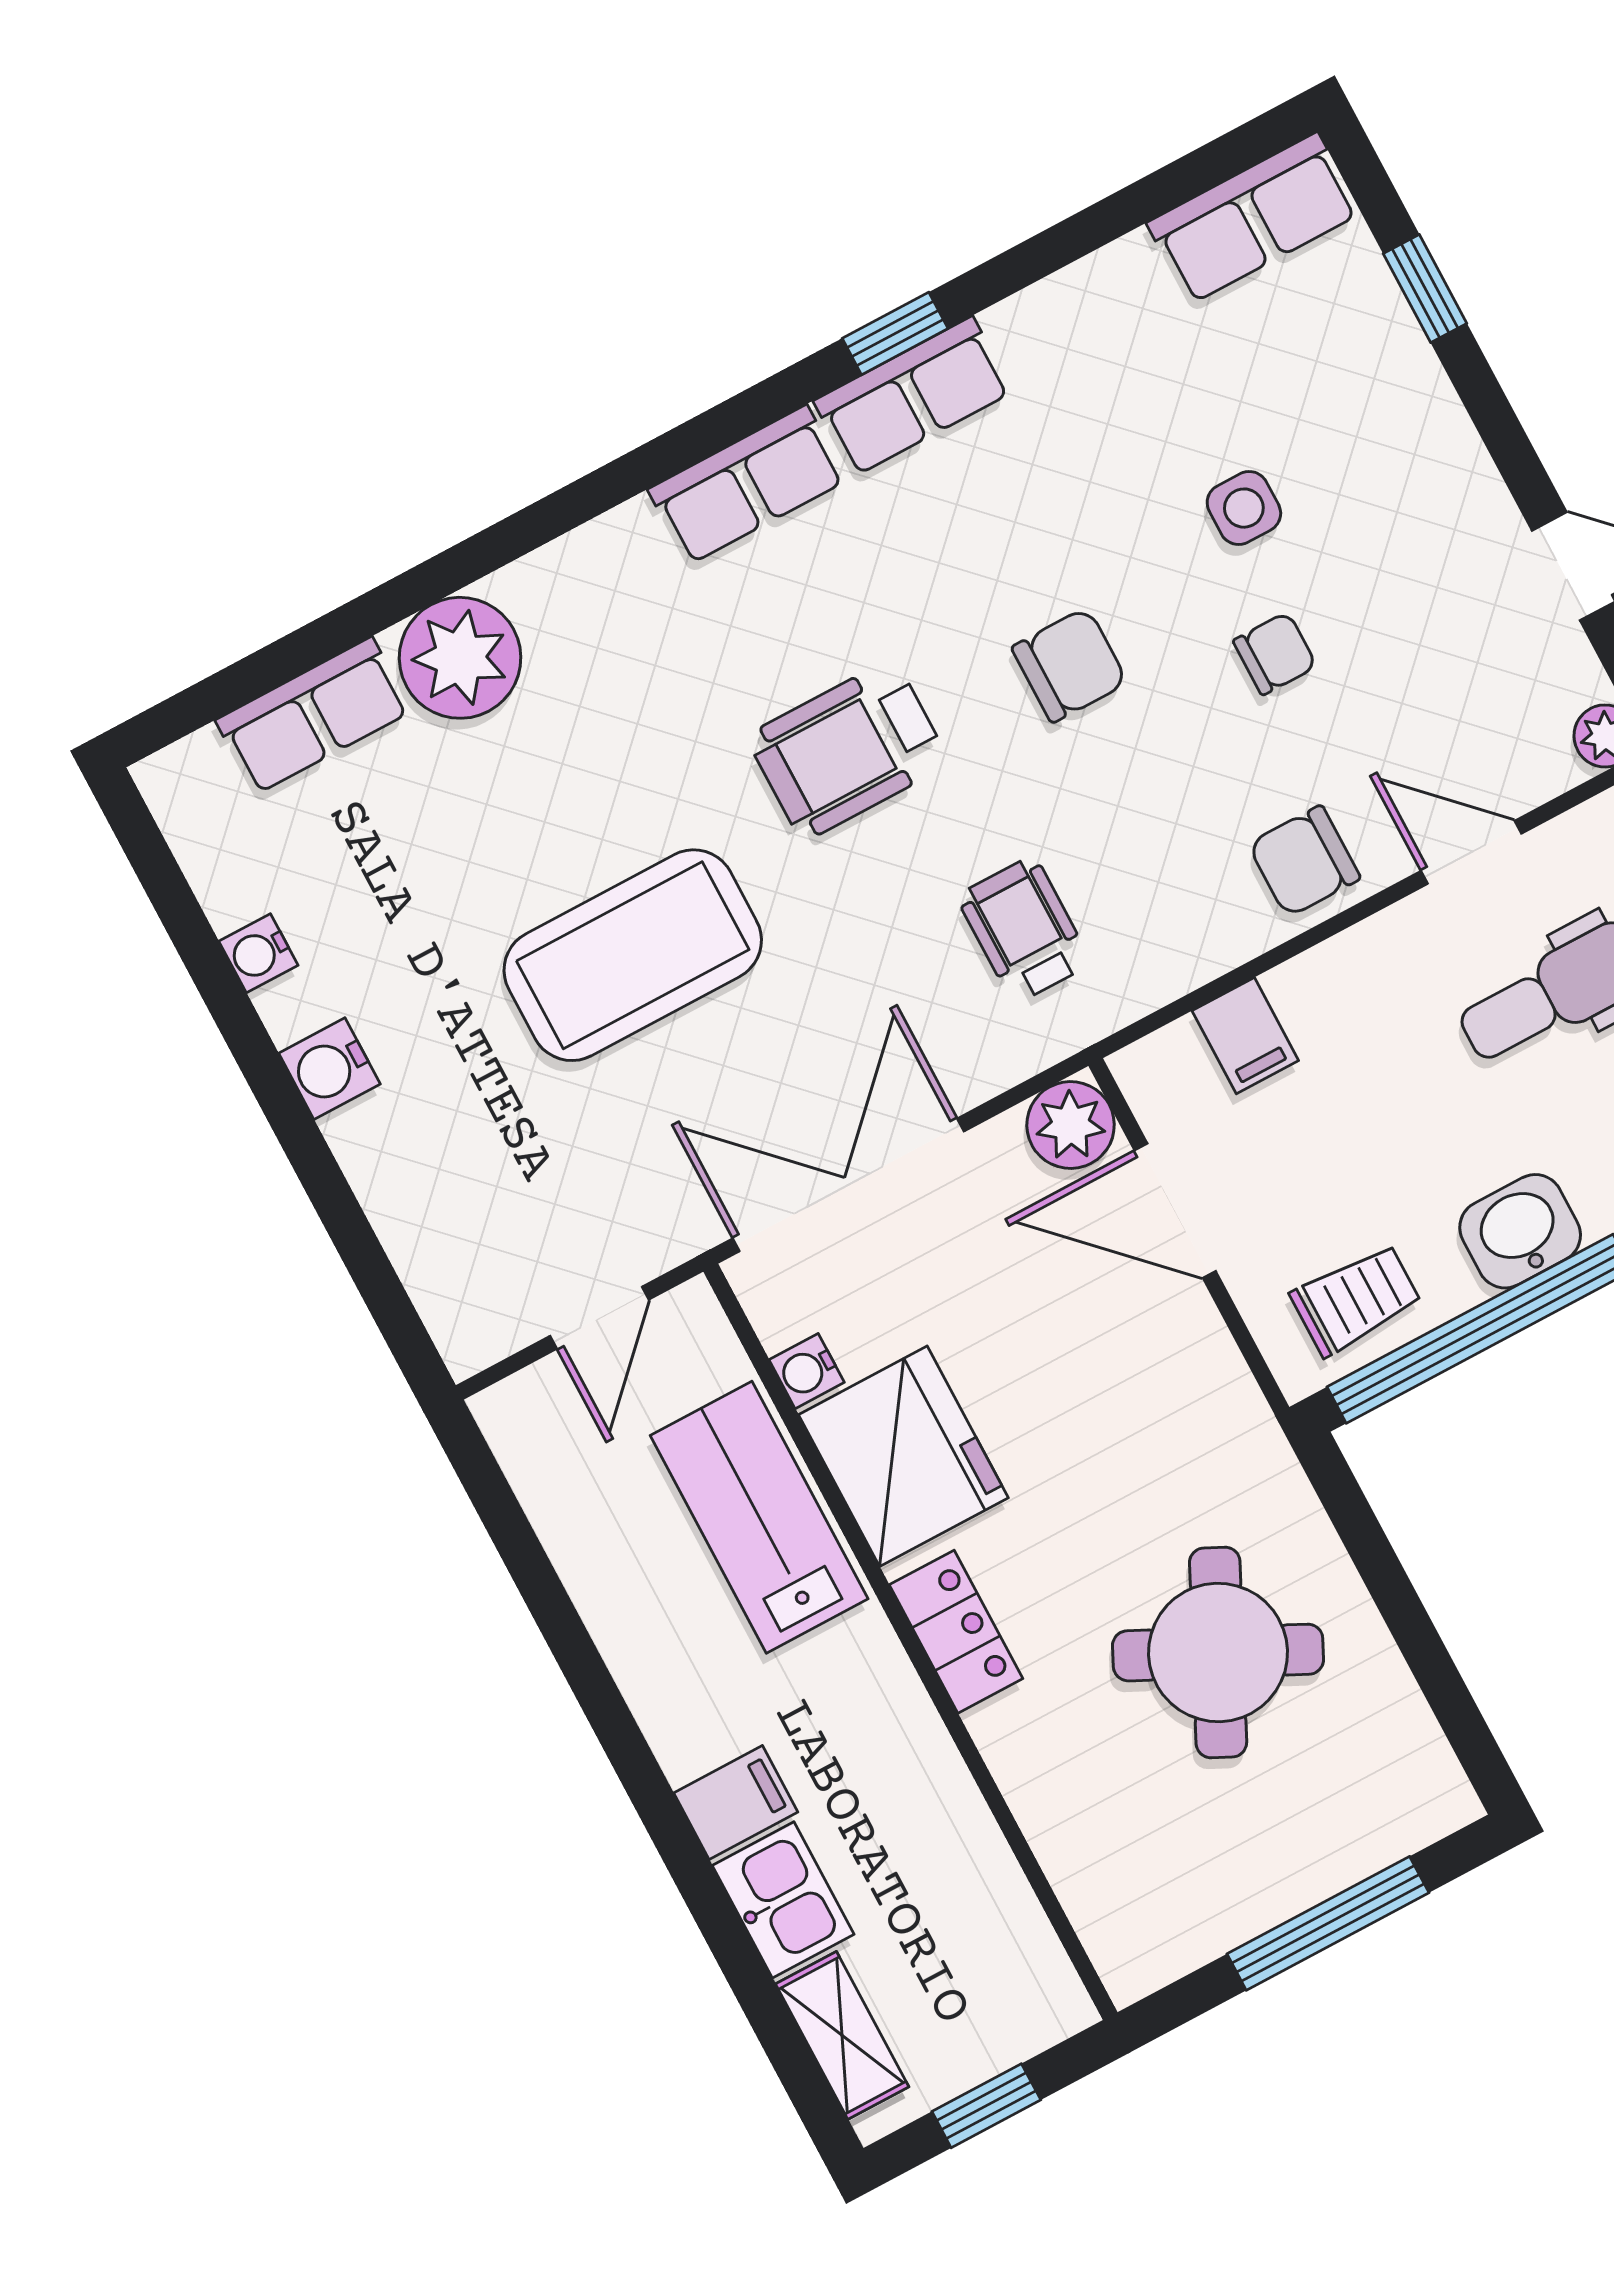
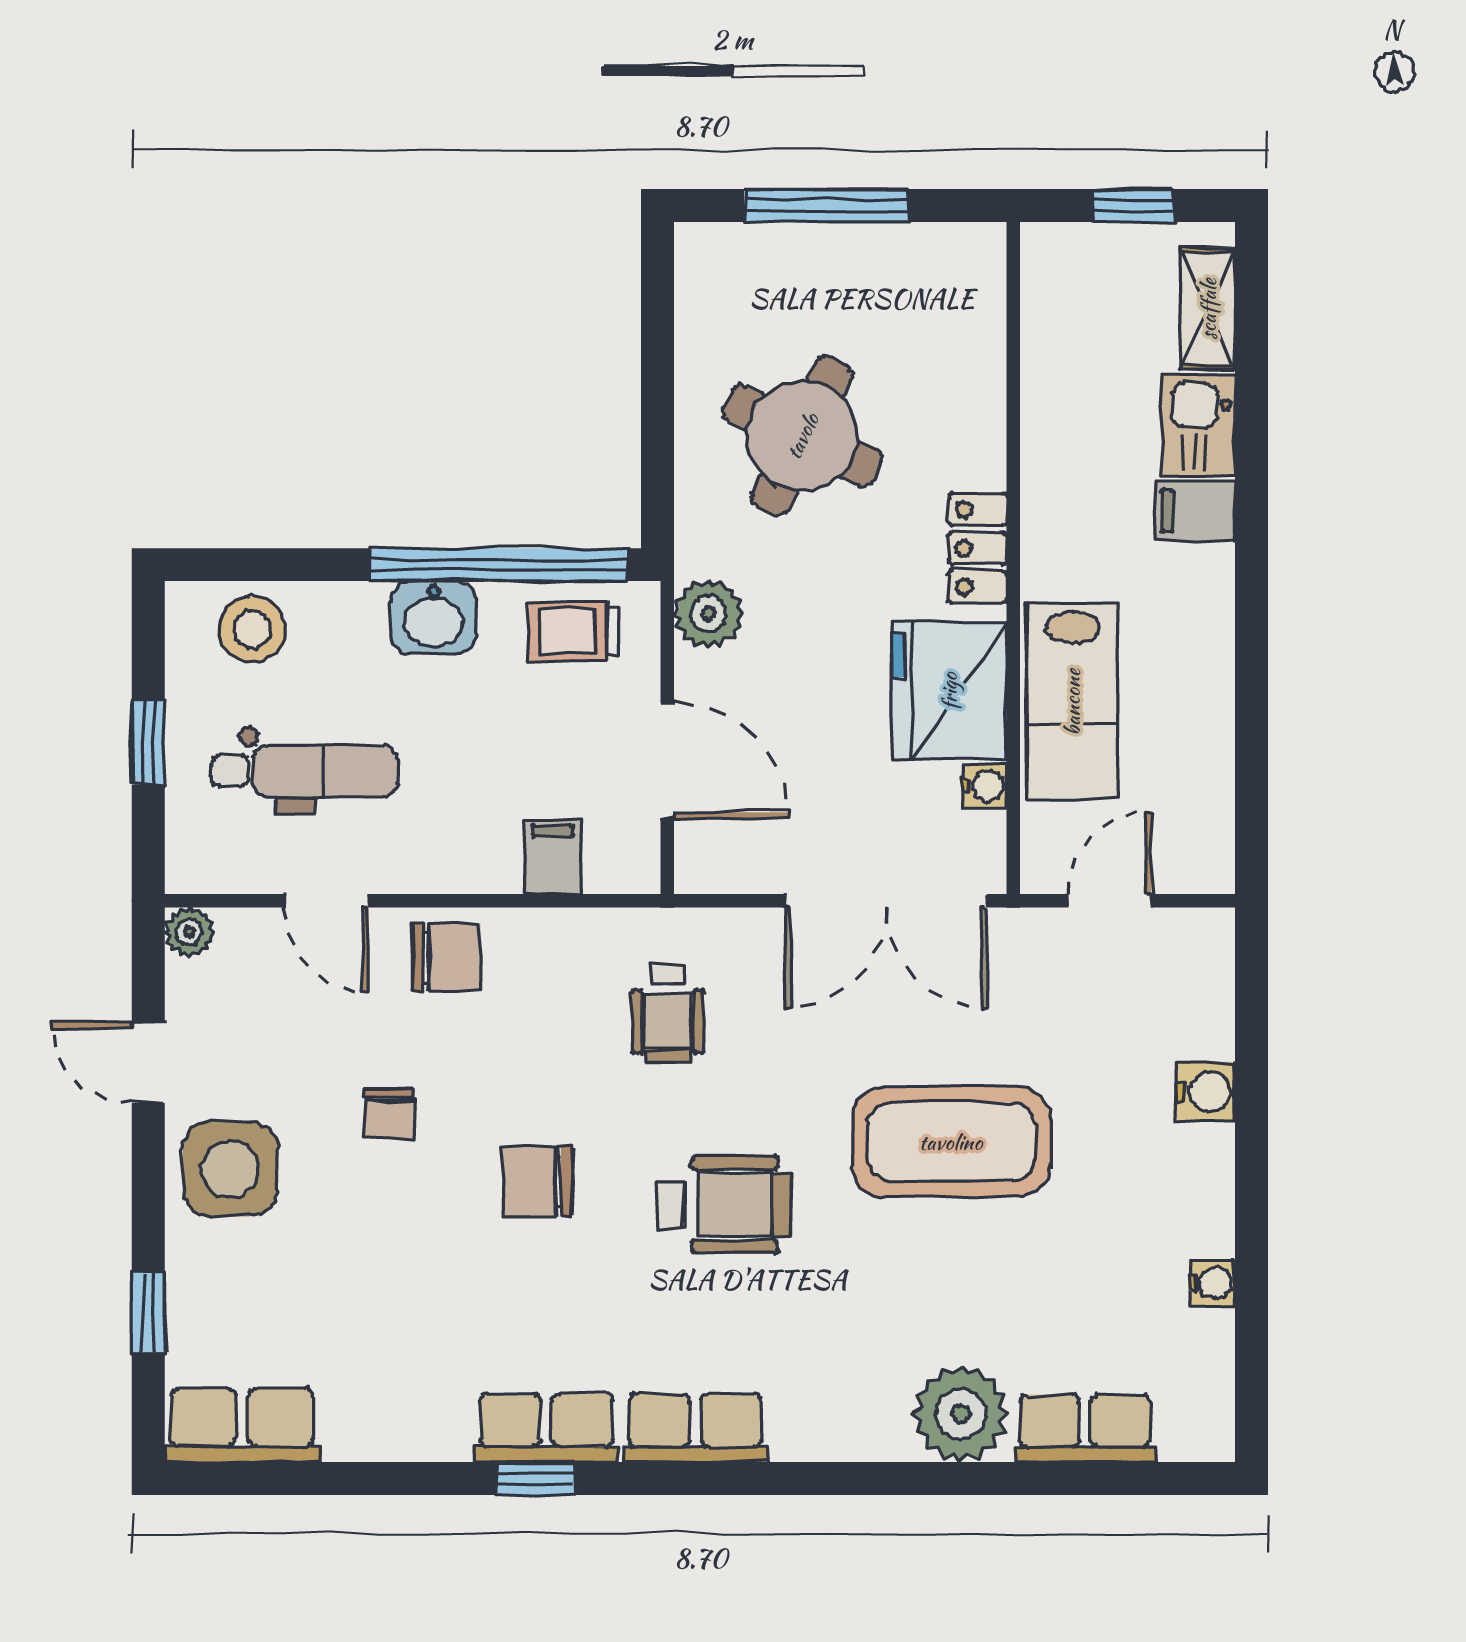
side table: (1244, 508) -> (230, 1169), moved, width x1.87, depth x1.87
chair: (1275, 653) -> (389, 1113), turned -90
water cooler: (329, 1069) -> (1205, 1092), moved
plant: (1071, 1125) -> (708, 614), moved

